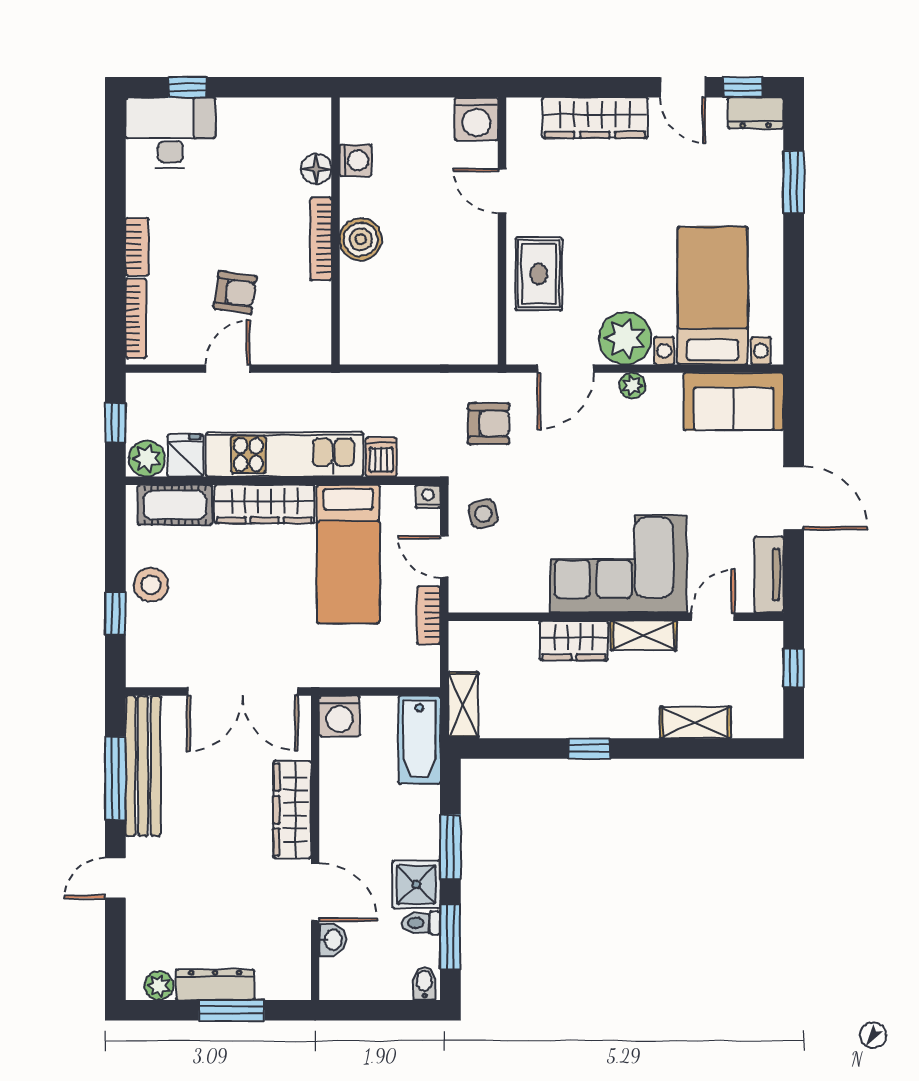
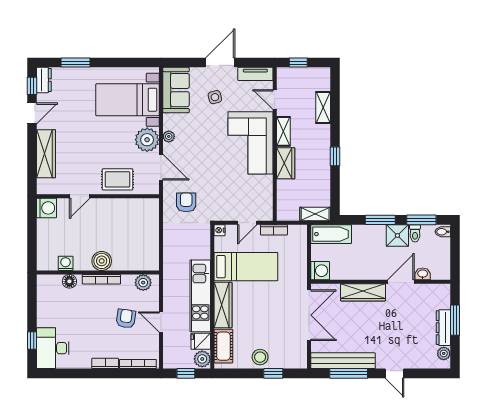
plant: (314, 330) -> (143, 283), added
dishwasher: (381, 457) -> (201, 252), removed
side table: (483, 514) -> (215, 97), moved

